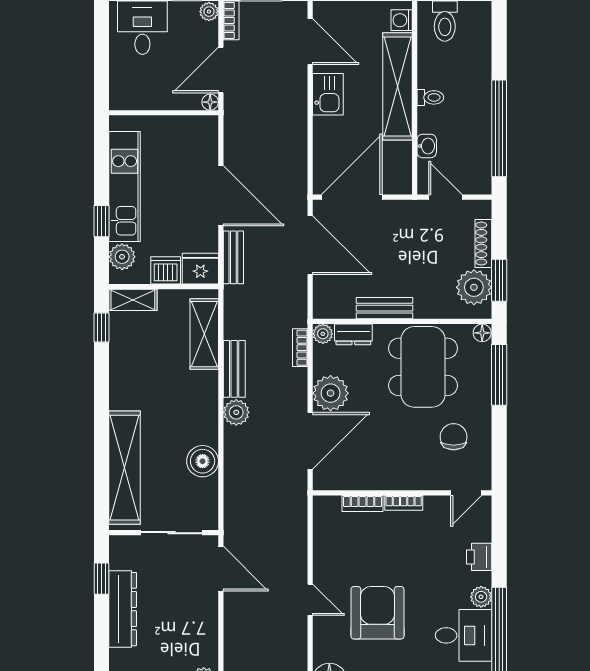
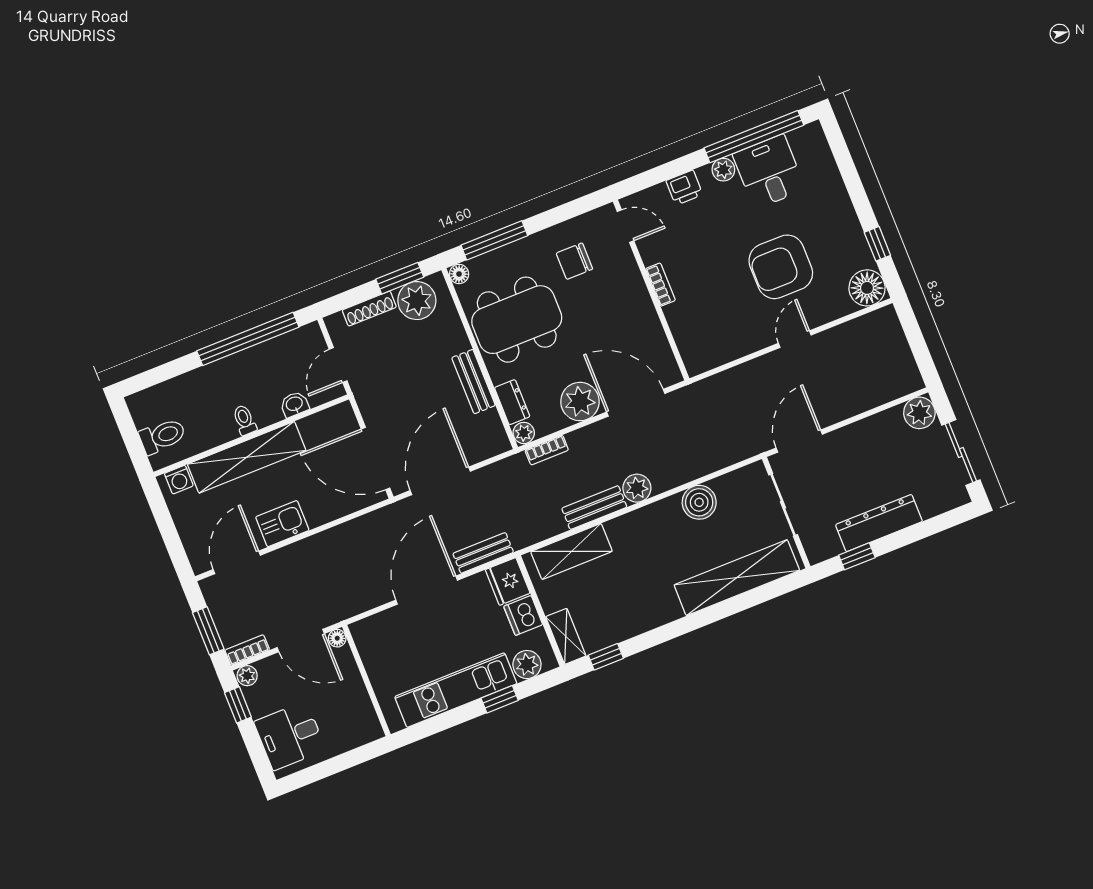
bookcase: (362, 503) -> (677, 325), removed

